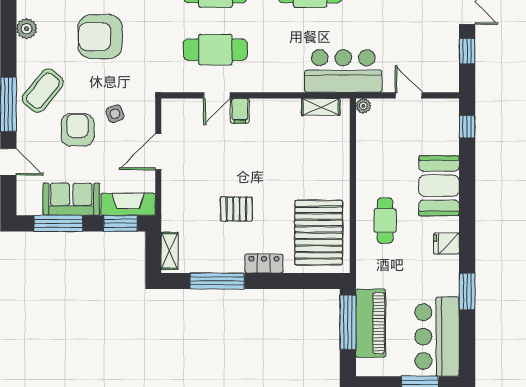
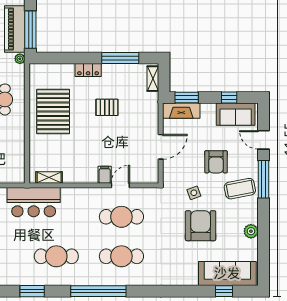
armchair: (100, 37) -> (201, 226), turned -90
coffee table: (43, 91) -> (240, 189), turned 40
plant: (363, 106) -> (20, 59), moved
side table: (115, 114) -> (194, 193), moved
sofa: (71, 199) -> (236, 114), moved
window: (58, 223) -> (229, 97), width x0.46
pallet: (319, 233) -> (53, 112), moved

